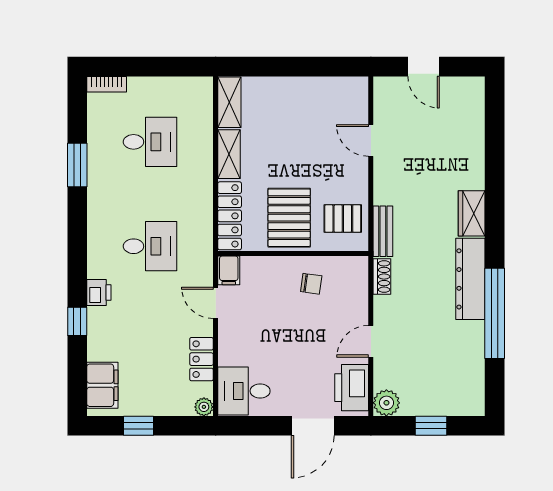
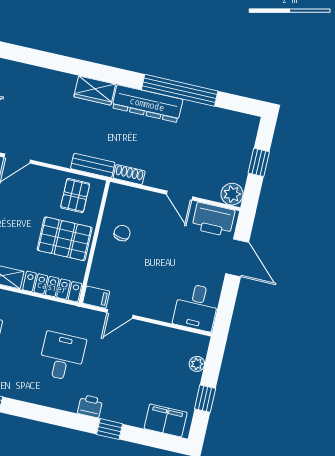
locker: (201, 359) -> (163, 336), removed
plant: (204, 407) -> (197, 364), moved

